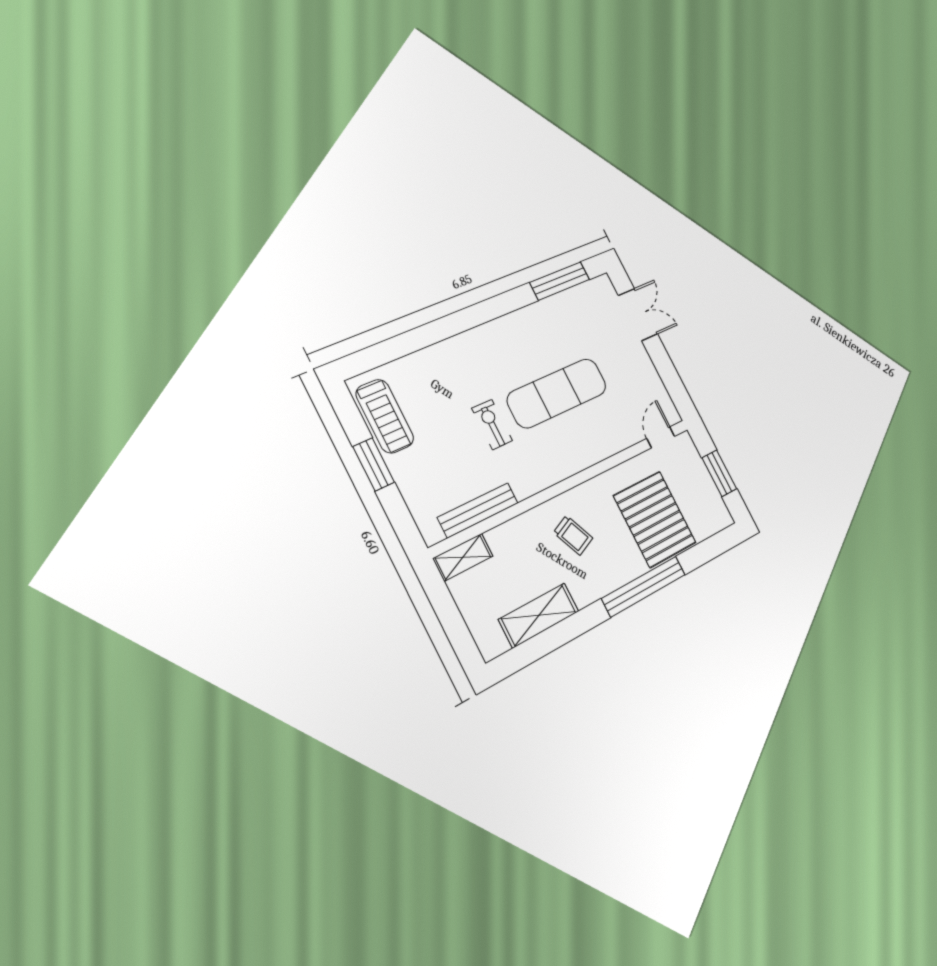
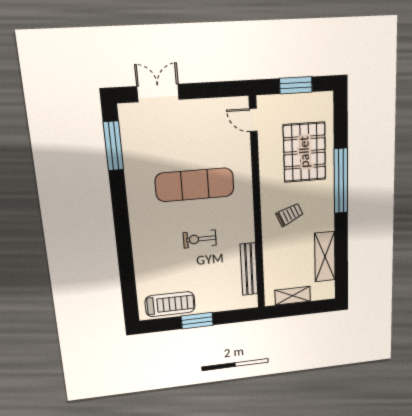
exercise mat: (557, 393) -> (195, 185), turned 90
pallet: (655, 519) -> (304, 152), turned 90
shelving: (463, 557) -> (293, 296), moved, turned 90

